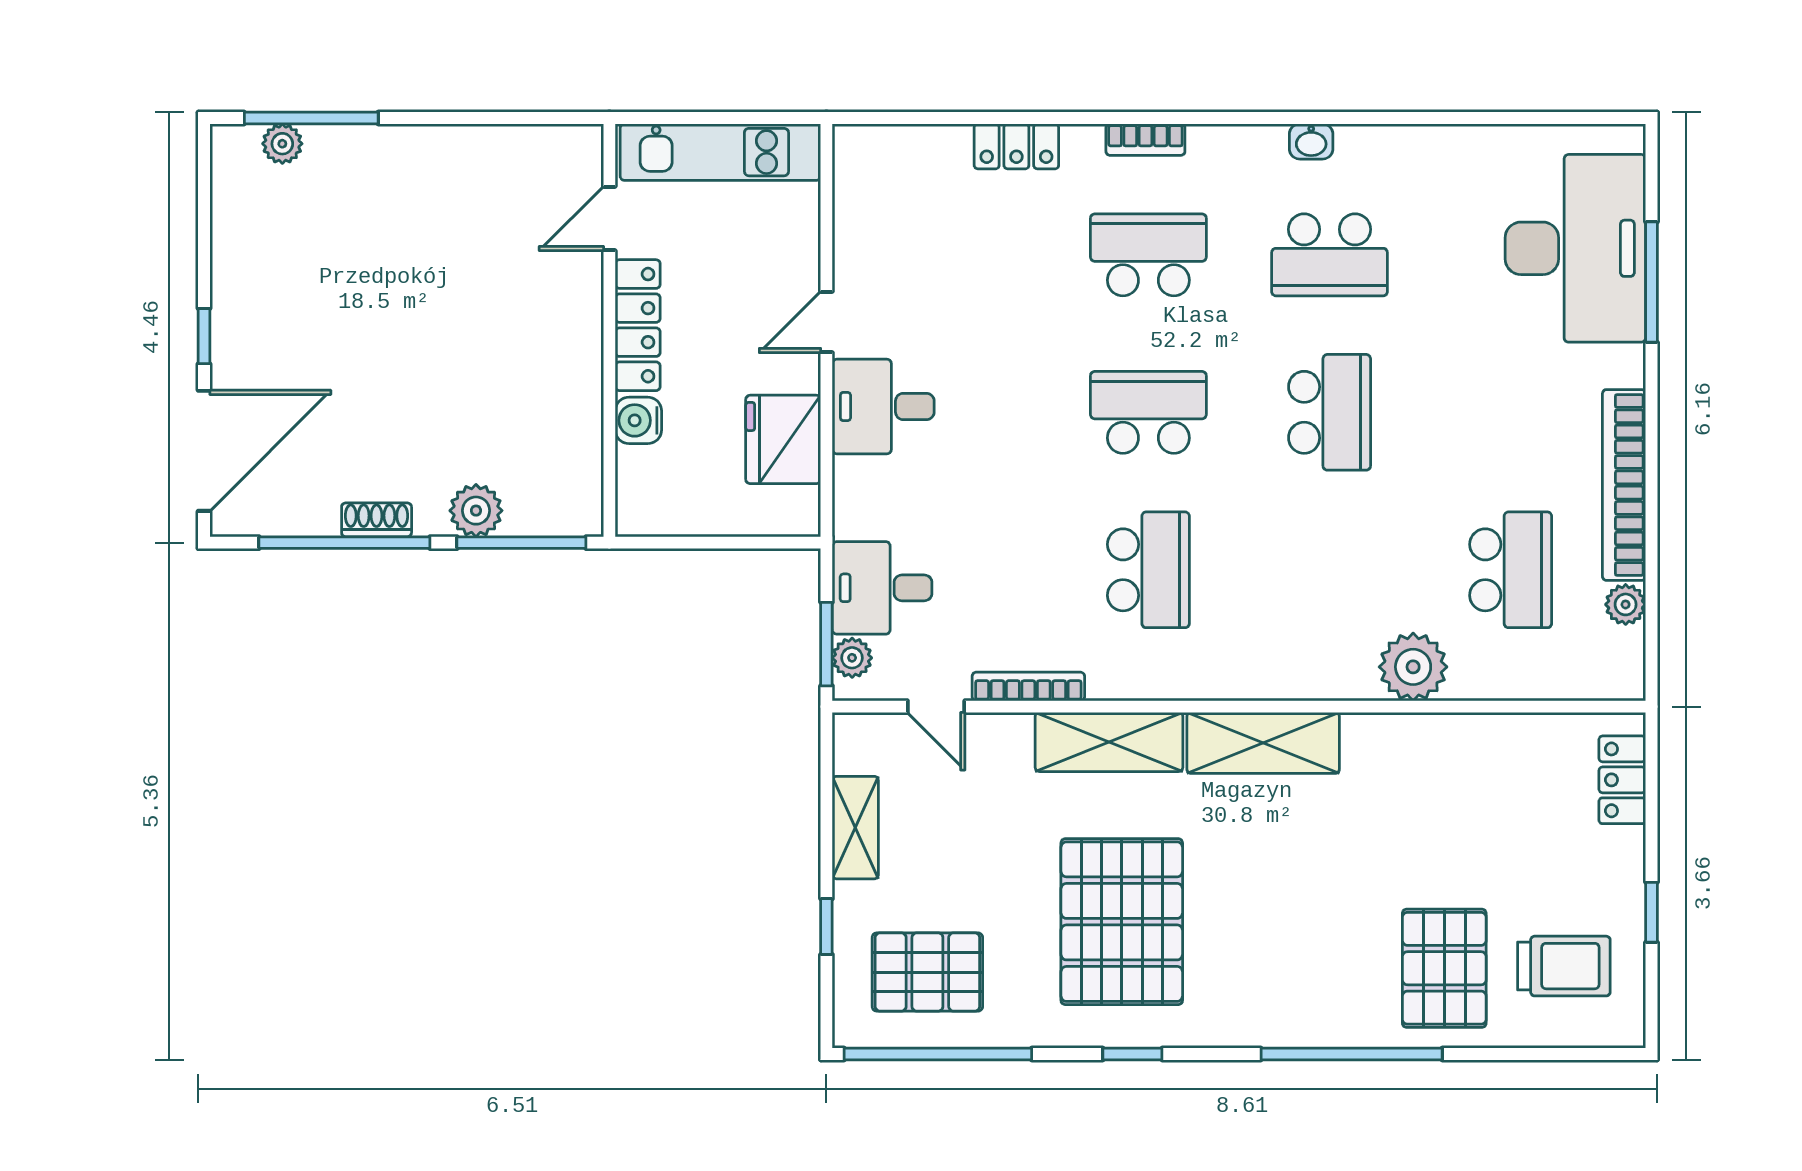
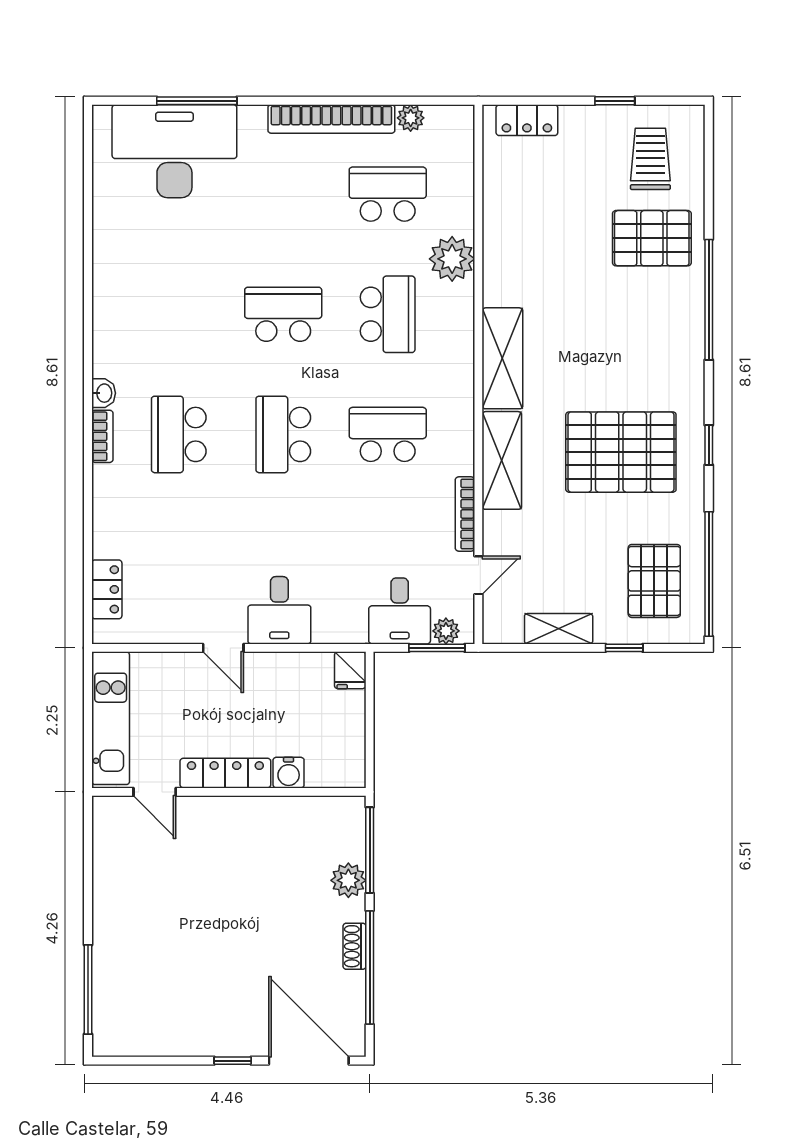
washbasin: (1311, 141) -> (104, 393), moved
plant: (282, 144) -> (105, 1009), removed
locker: (1016, 146) -> (107, 589), moved
school desk: (1330, 255) -> (388, 314), moved
fridge: (783, 439) -> (350, 670), moved, width x0.53, depth x0.75

